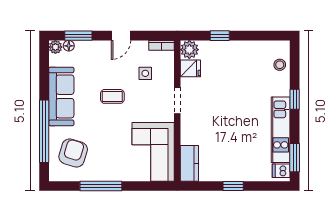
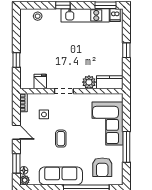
plant: (189, 50) -> (89, 82), moved
corner sofa: (153, 152) -> (108, 123), moved, turned 90
armchair: (73, 153) -> (102, 167), turned -107

